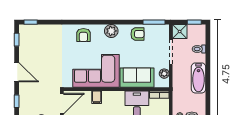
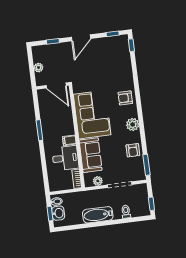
shower: (180, 32) -> (140, 191), removed
filing cabinet: (97, 97) -> (69, 140), moved

